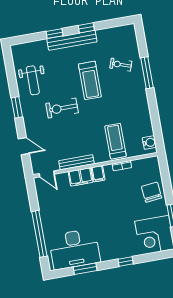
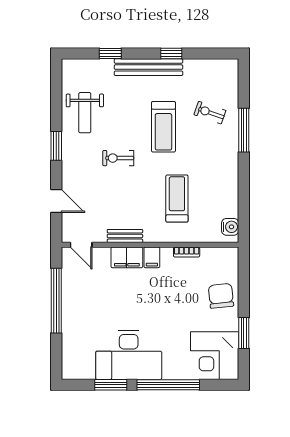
window: (55, 34) -> (110, 53), moved
exercise bike: (62, 108) -> (118, 158), width x0.73, depth x0.72
treadmill: (115, 141) -> (177, 199), moved
bench: (76, 162) -> (125, 236), width x0.73
window: (39, 234) -> (56, 301), moved
desk: (74, 249) -> (129, 355), moved
window: (126, 261) -> (168, 385), width x3.17

